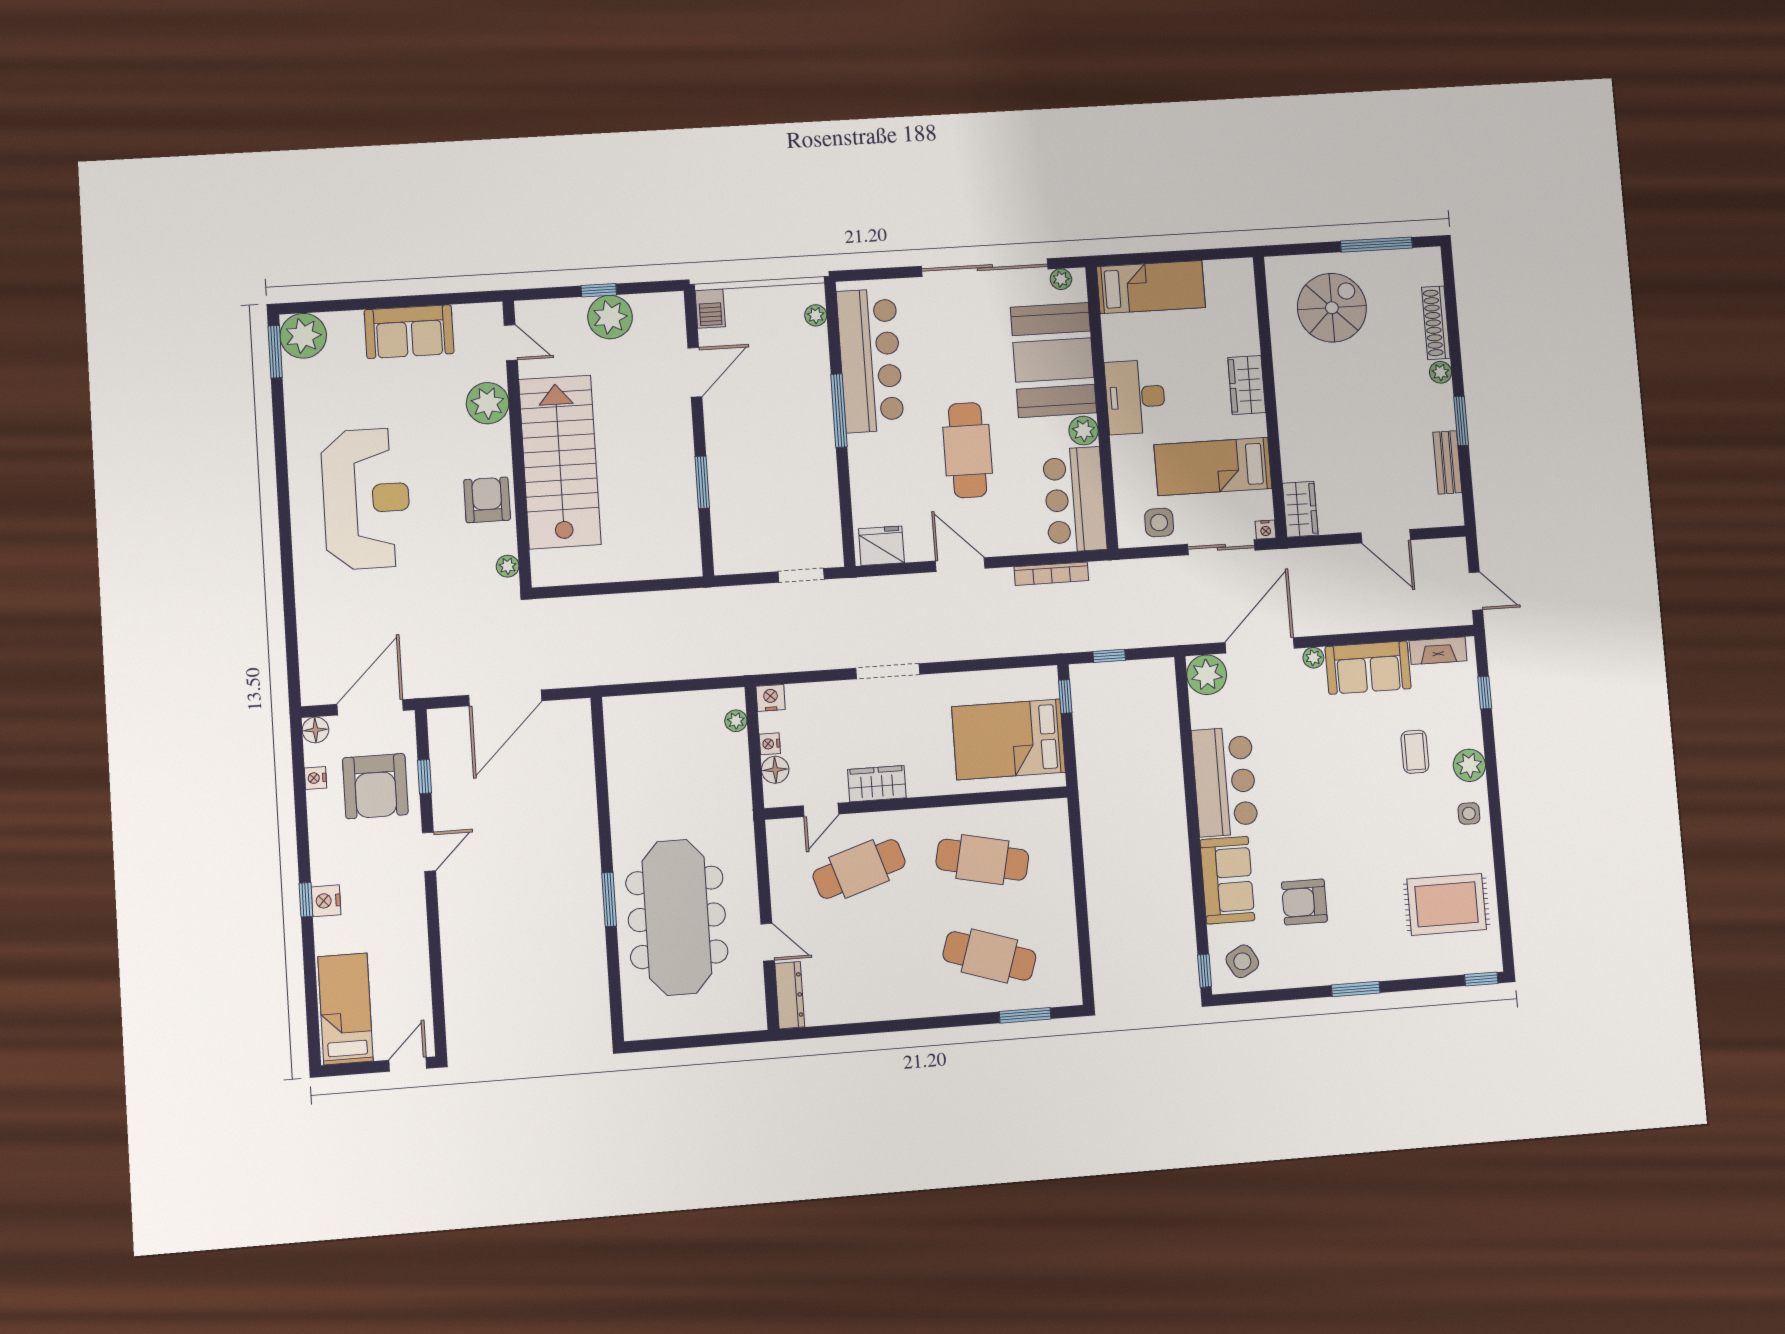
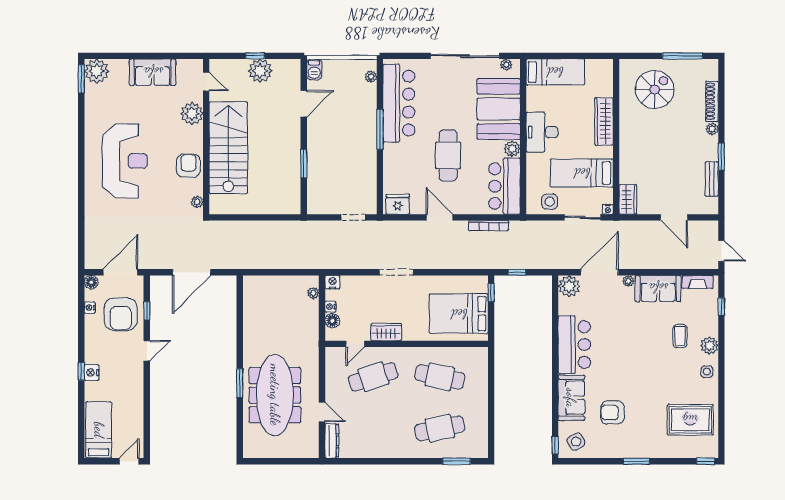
wardrobe: (1247, 385) -> (604, 121), width x1.50
cafe table: (989, 956) -> (440, 428), turned -30

